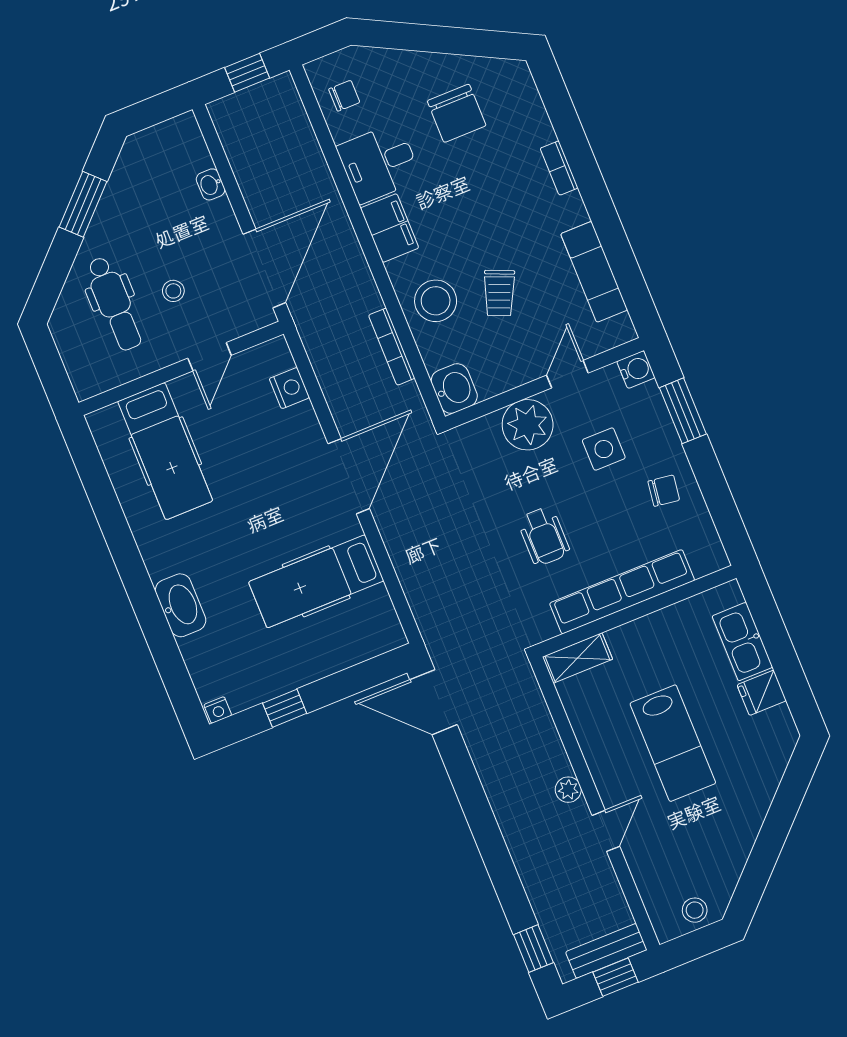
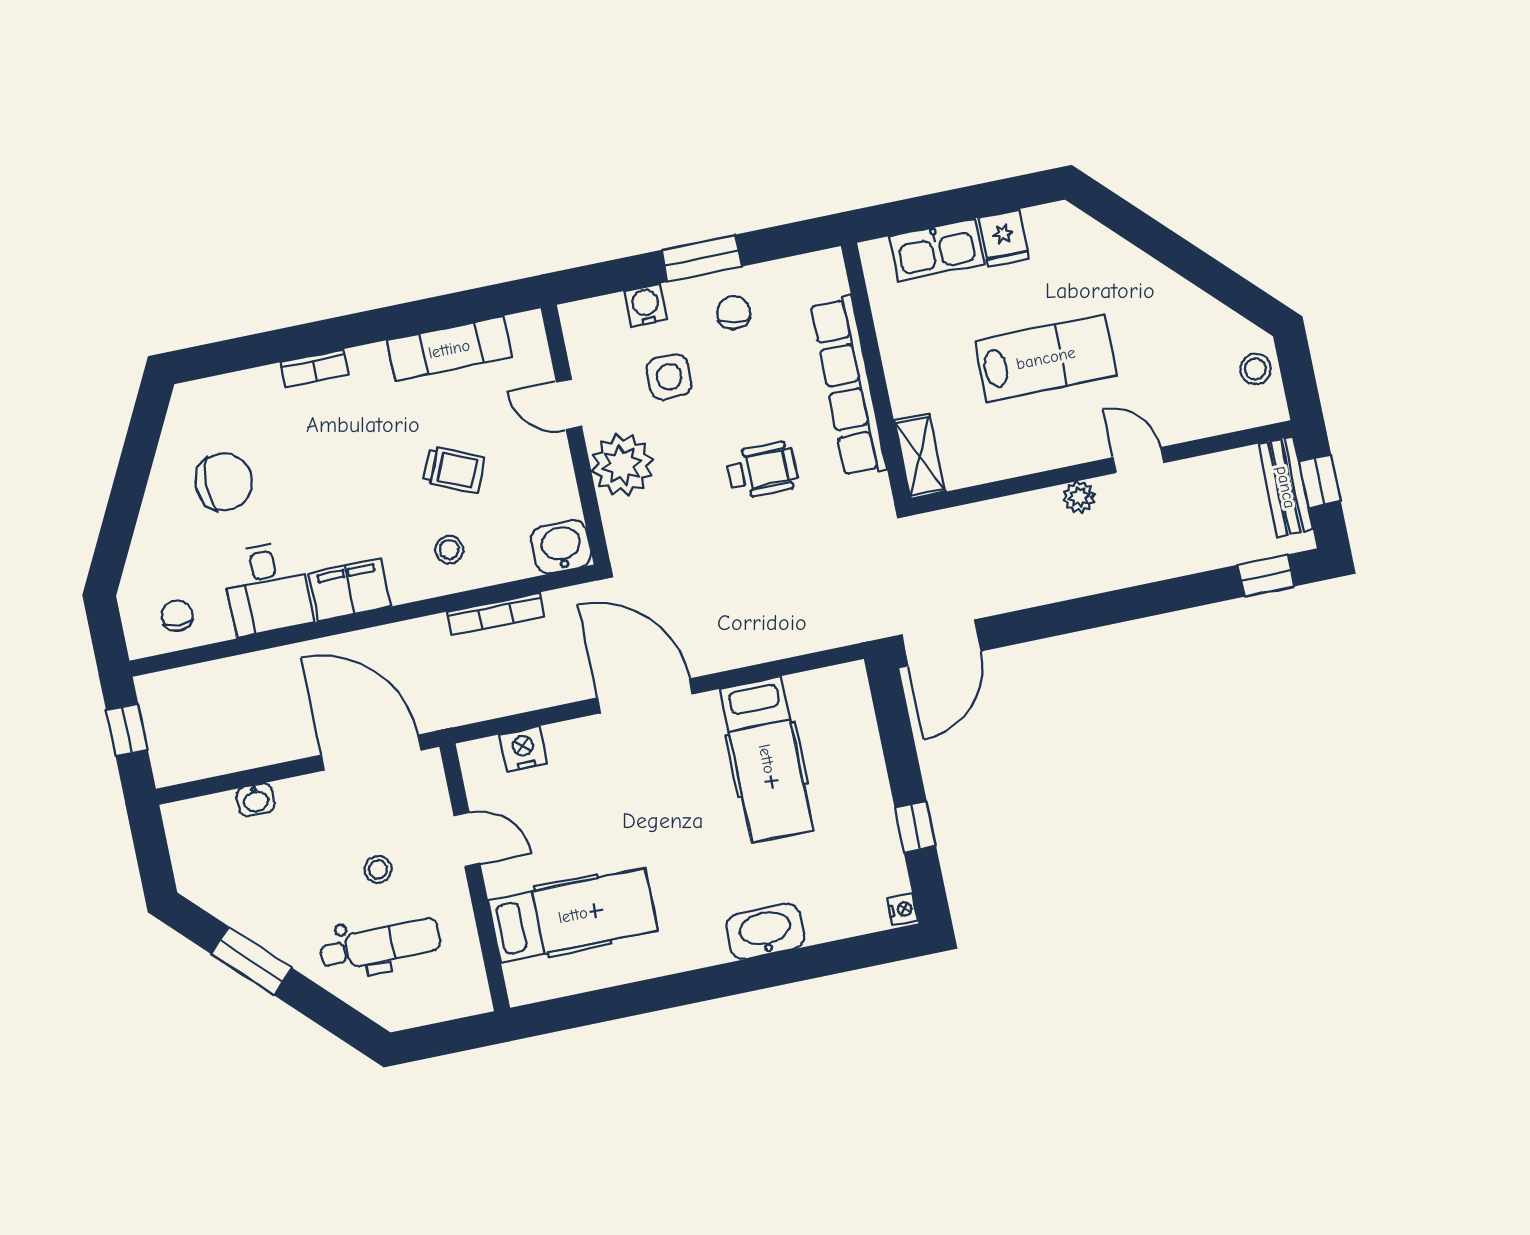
stool: (436, 301) -> (449, 550), width x0.53, depth x0.53
water cooler: (636, 369) -> (646, 305), moved
window: (683, 411) -> (702, 258), moved

